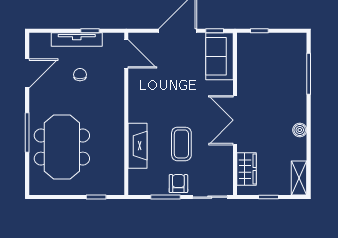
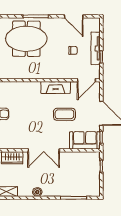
double door: (235, 120) -> (44, 150), swing flipped
coffee table: (181, 144) -> (64, 114), moved
fireplace: (138, 146) -> (56, 87), moved

